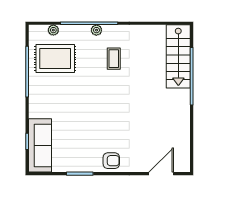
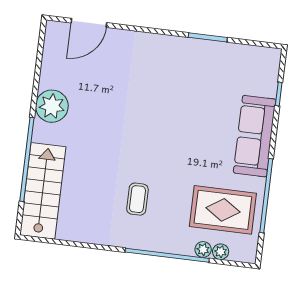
plant: (96, 30) -> (203, 249), moved
plant: (179, 114) -> (52, 106), added
sofa: (40, 145) -> (255, 136), moved
armchair: (111, 161) -> (159, 51), removed

